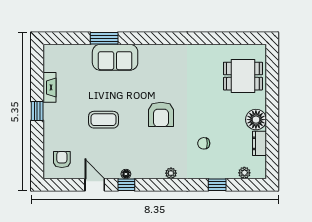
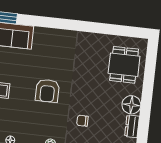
dining table: (243, 76) -> (124, 65), turned 90

